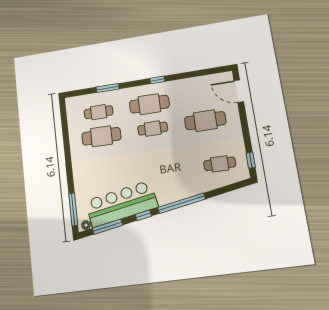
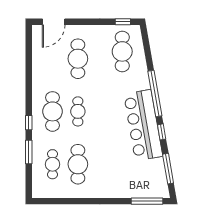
window: (157, 80) -> (29, 123), moved
cafe table: (220, 164) -> (122, 51), width x1.37, depth x1.35
bar counter: (121, 204) -> (143, 125), moved
plant: (86, 225) -> (164, 190), removed

